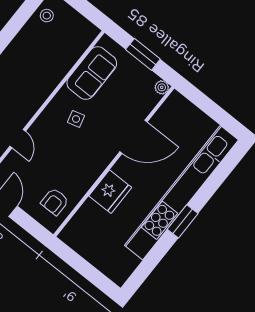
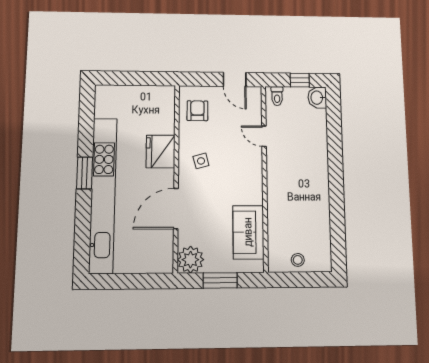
stool: (47, 16) -> (298, 260), moved
plant: (162, 87) -> (191, 260), width x1.88, depth x1.88
side table: (76, 119) -> (201, 161), moved

